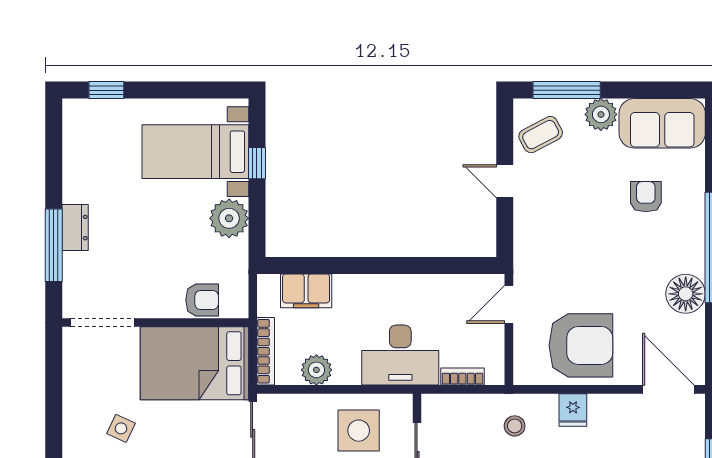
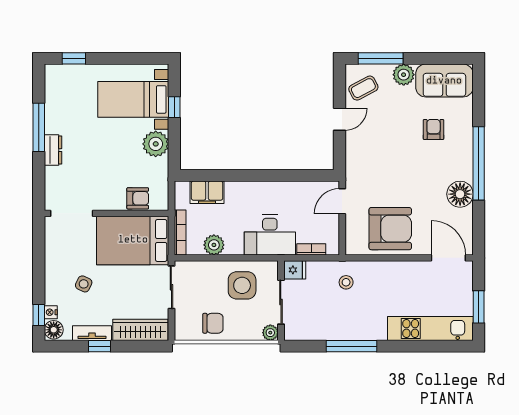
door: (505, 181) -> (339, 119), swing flipped
window: (54, 245) -> (39, 127), moved
fridge: (573, 410) -> (295, 270), moved, turned -90

